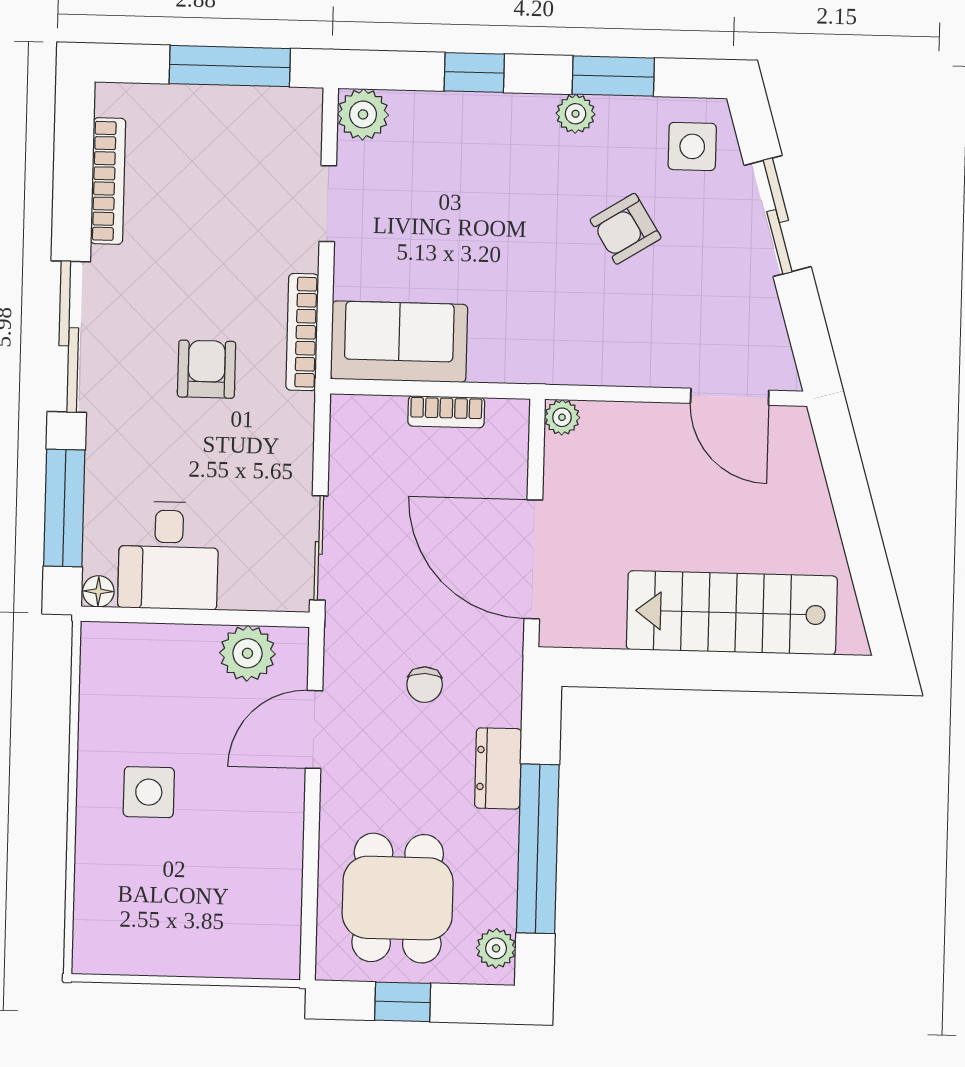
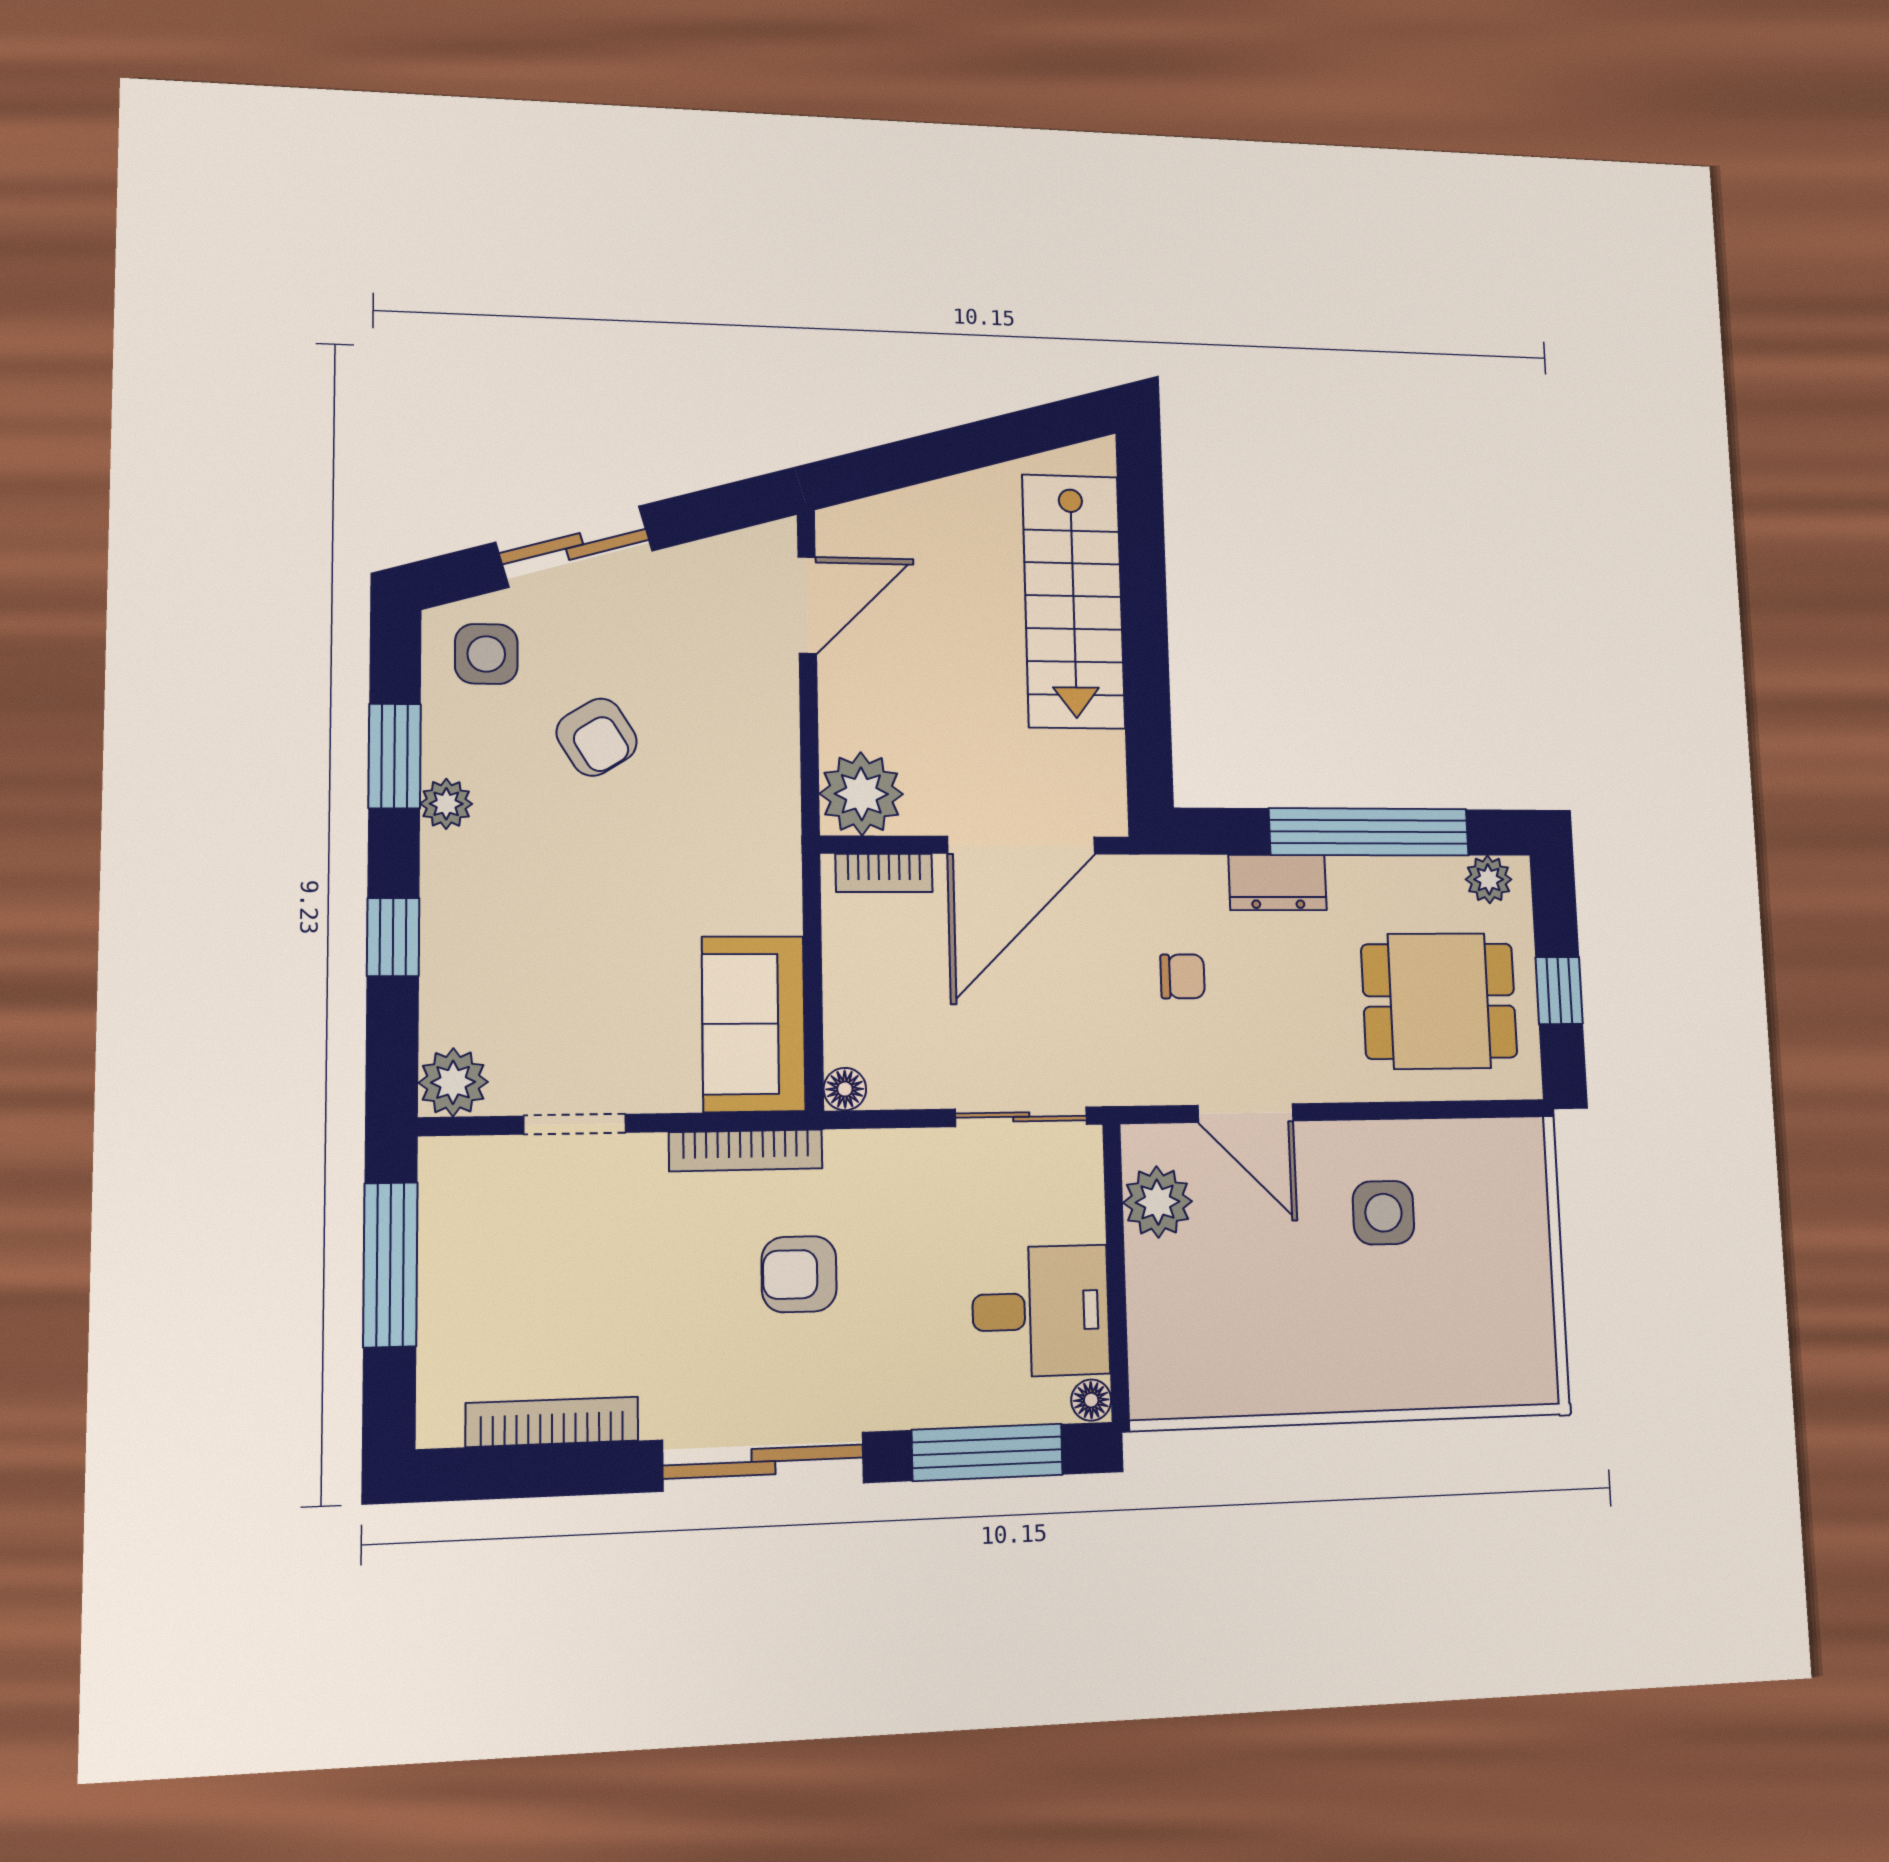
floor lamp: (346, 410) -> (845, 1089), added
bookcase: (446, 412) -> (884, 873), moved, turned 90
plant: (562, 417) -> (861, 794), width x1.88, depth x1.88
side table: (149, 792) -> (1383, 1213), moved

